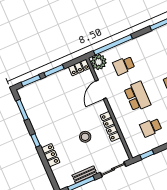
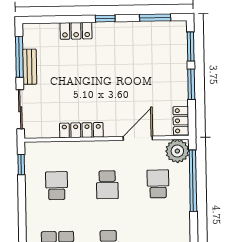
door: (101, 90) -> (138, 138), hinge flipped
school desk: (137, 96) -> (107, 185), width x0.54
stool: (85, 137) -> (81, 89), removed

